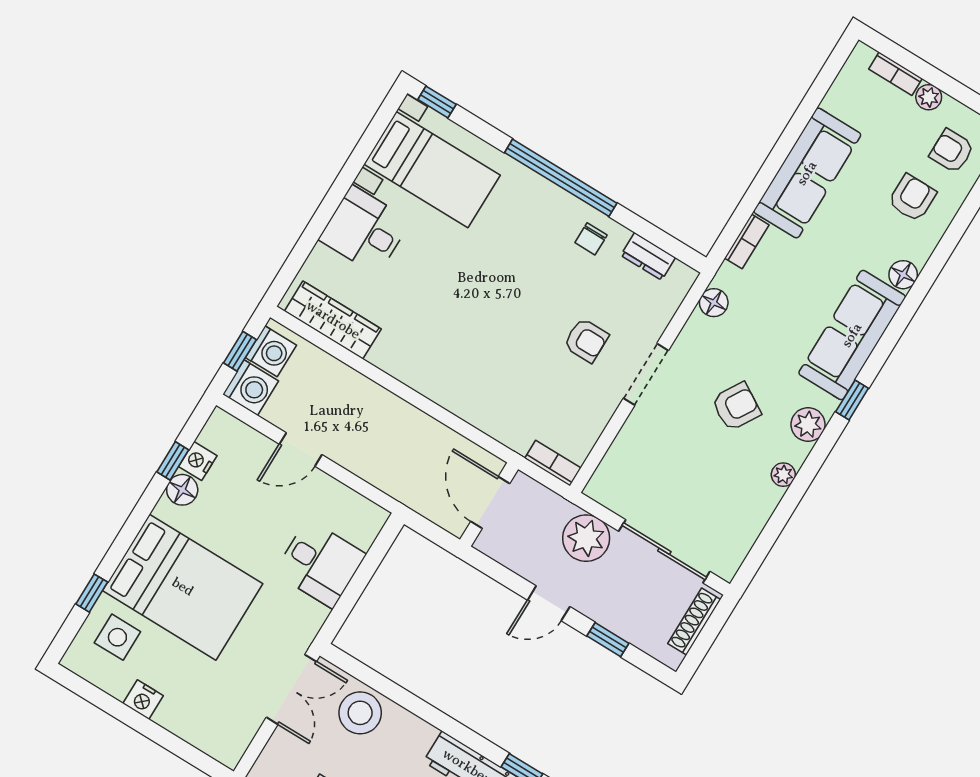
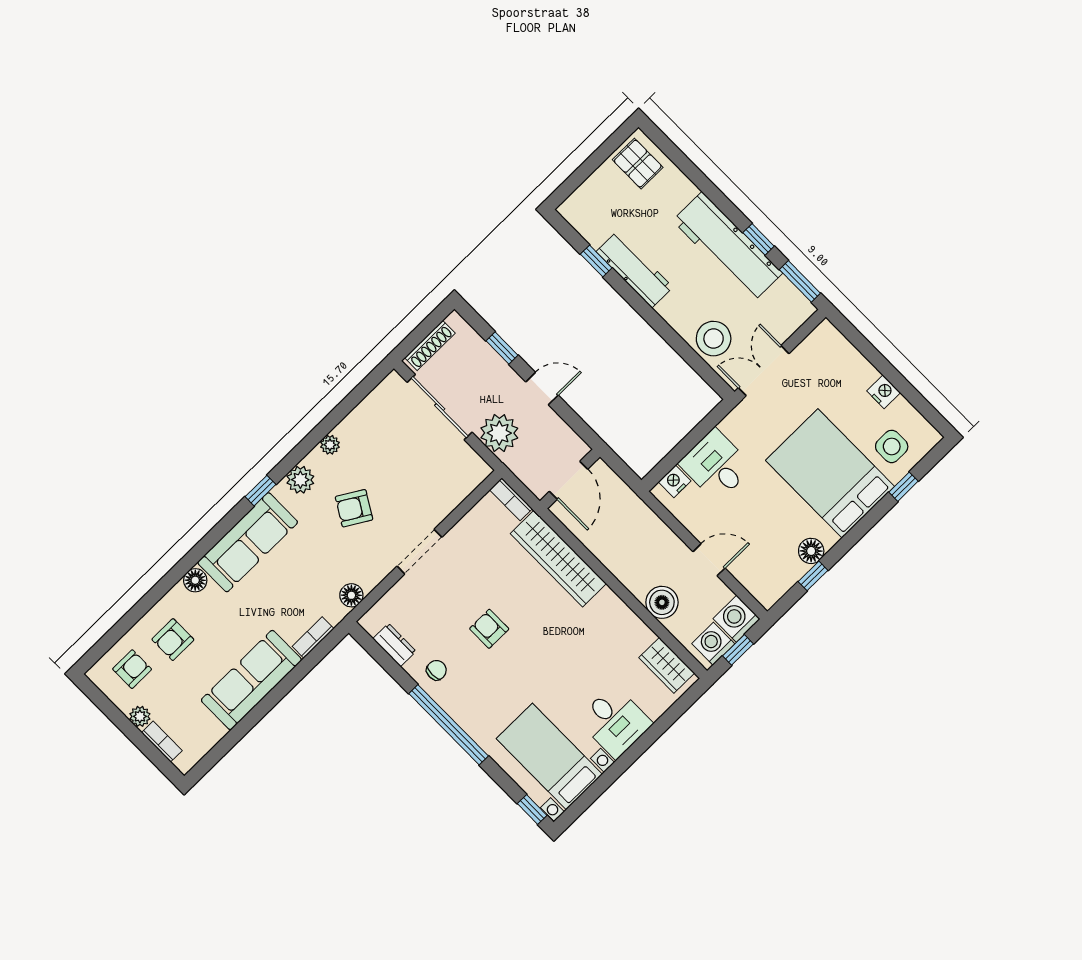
armchair: (952, 151) -> (132, 669), turned -90
wardrobe: (333, 320) -> (667, 665), width x0.67
armchair: (586, 340) -> (489, 629), moved
boiler: (344, 385) -> (662, 602), added
wardrobe: (479, 407) -> (558, 559), added
nightstand: (198, 461) -> (675, 481), moved, turned 180

